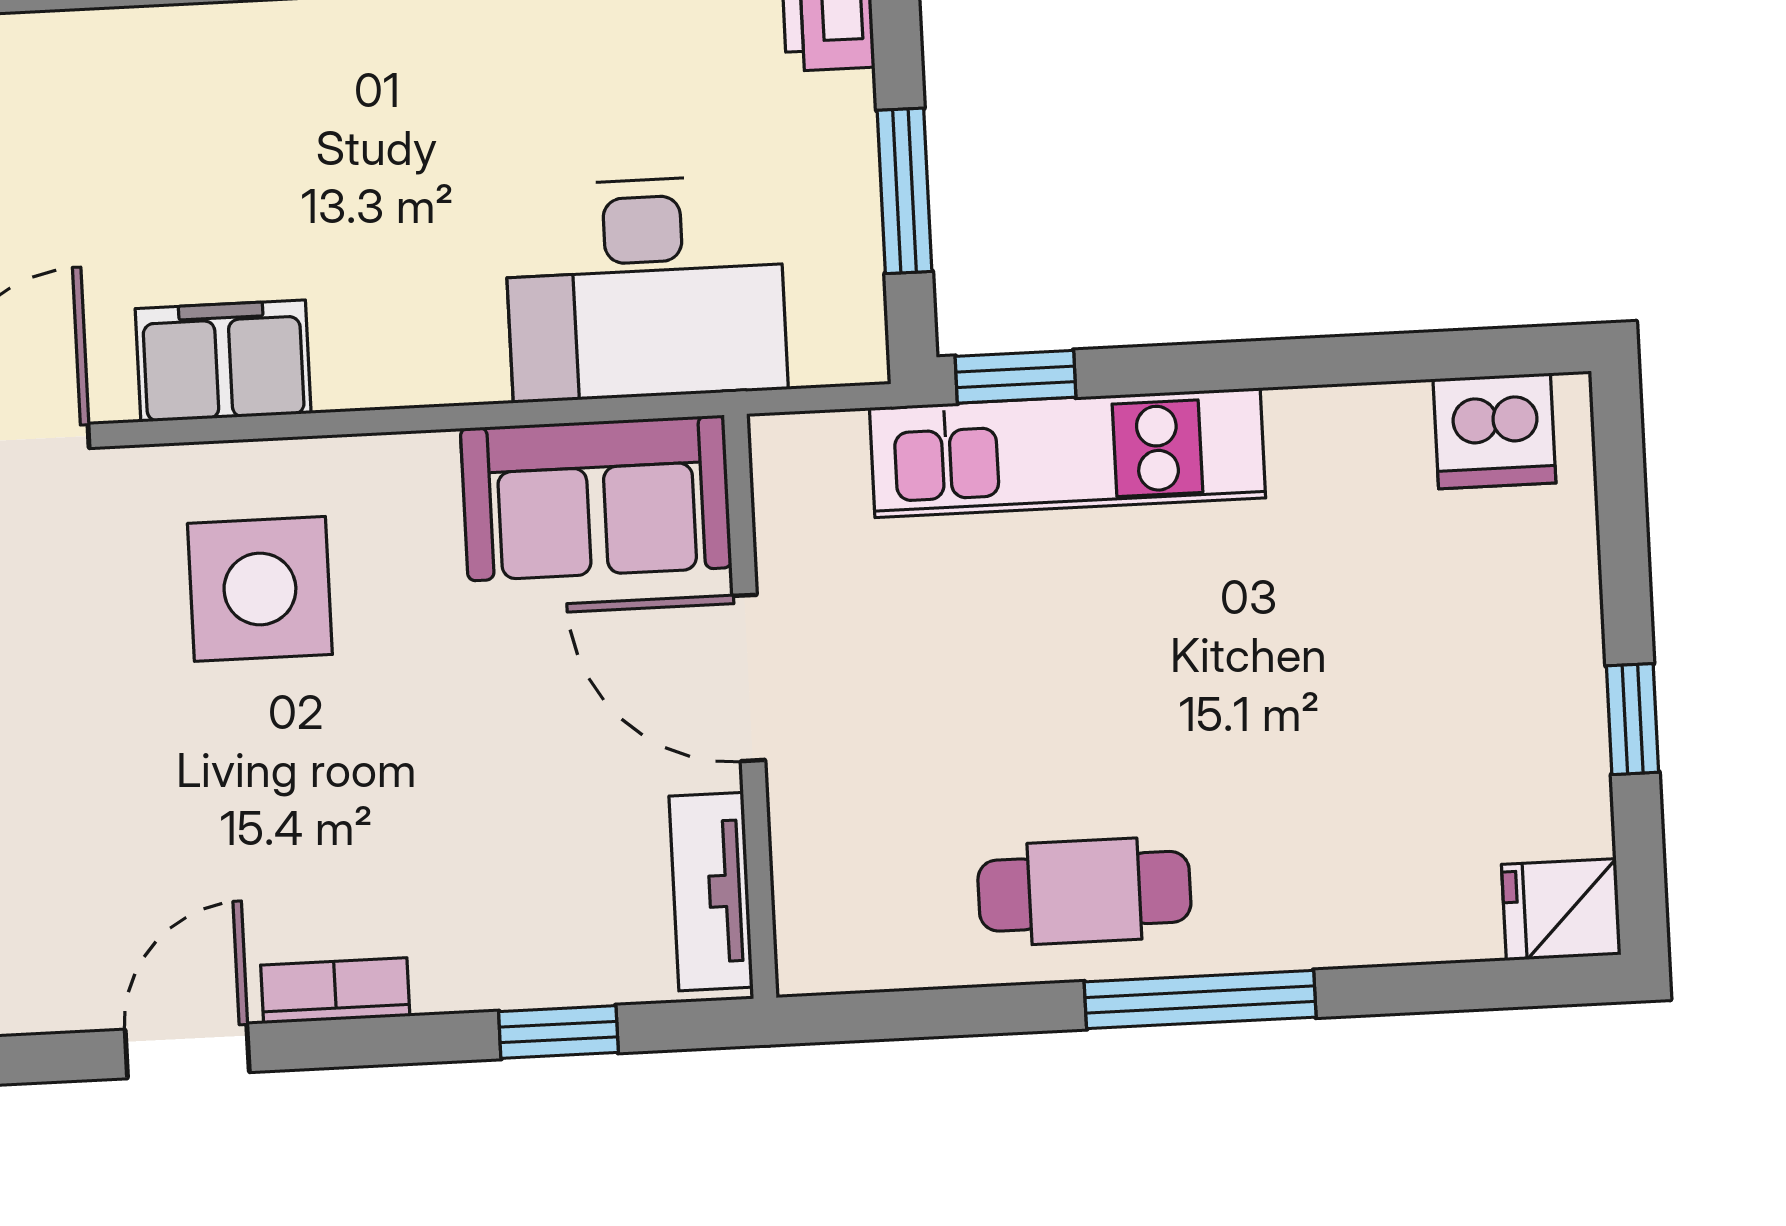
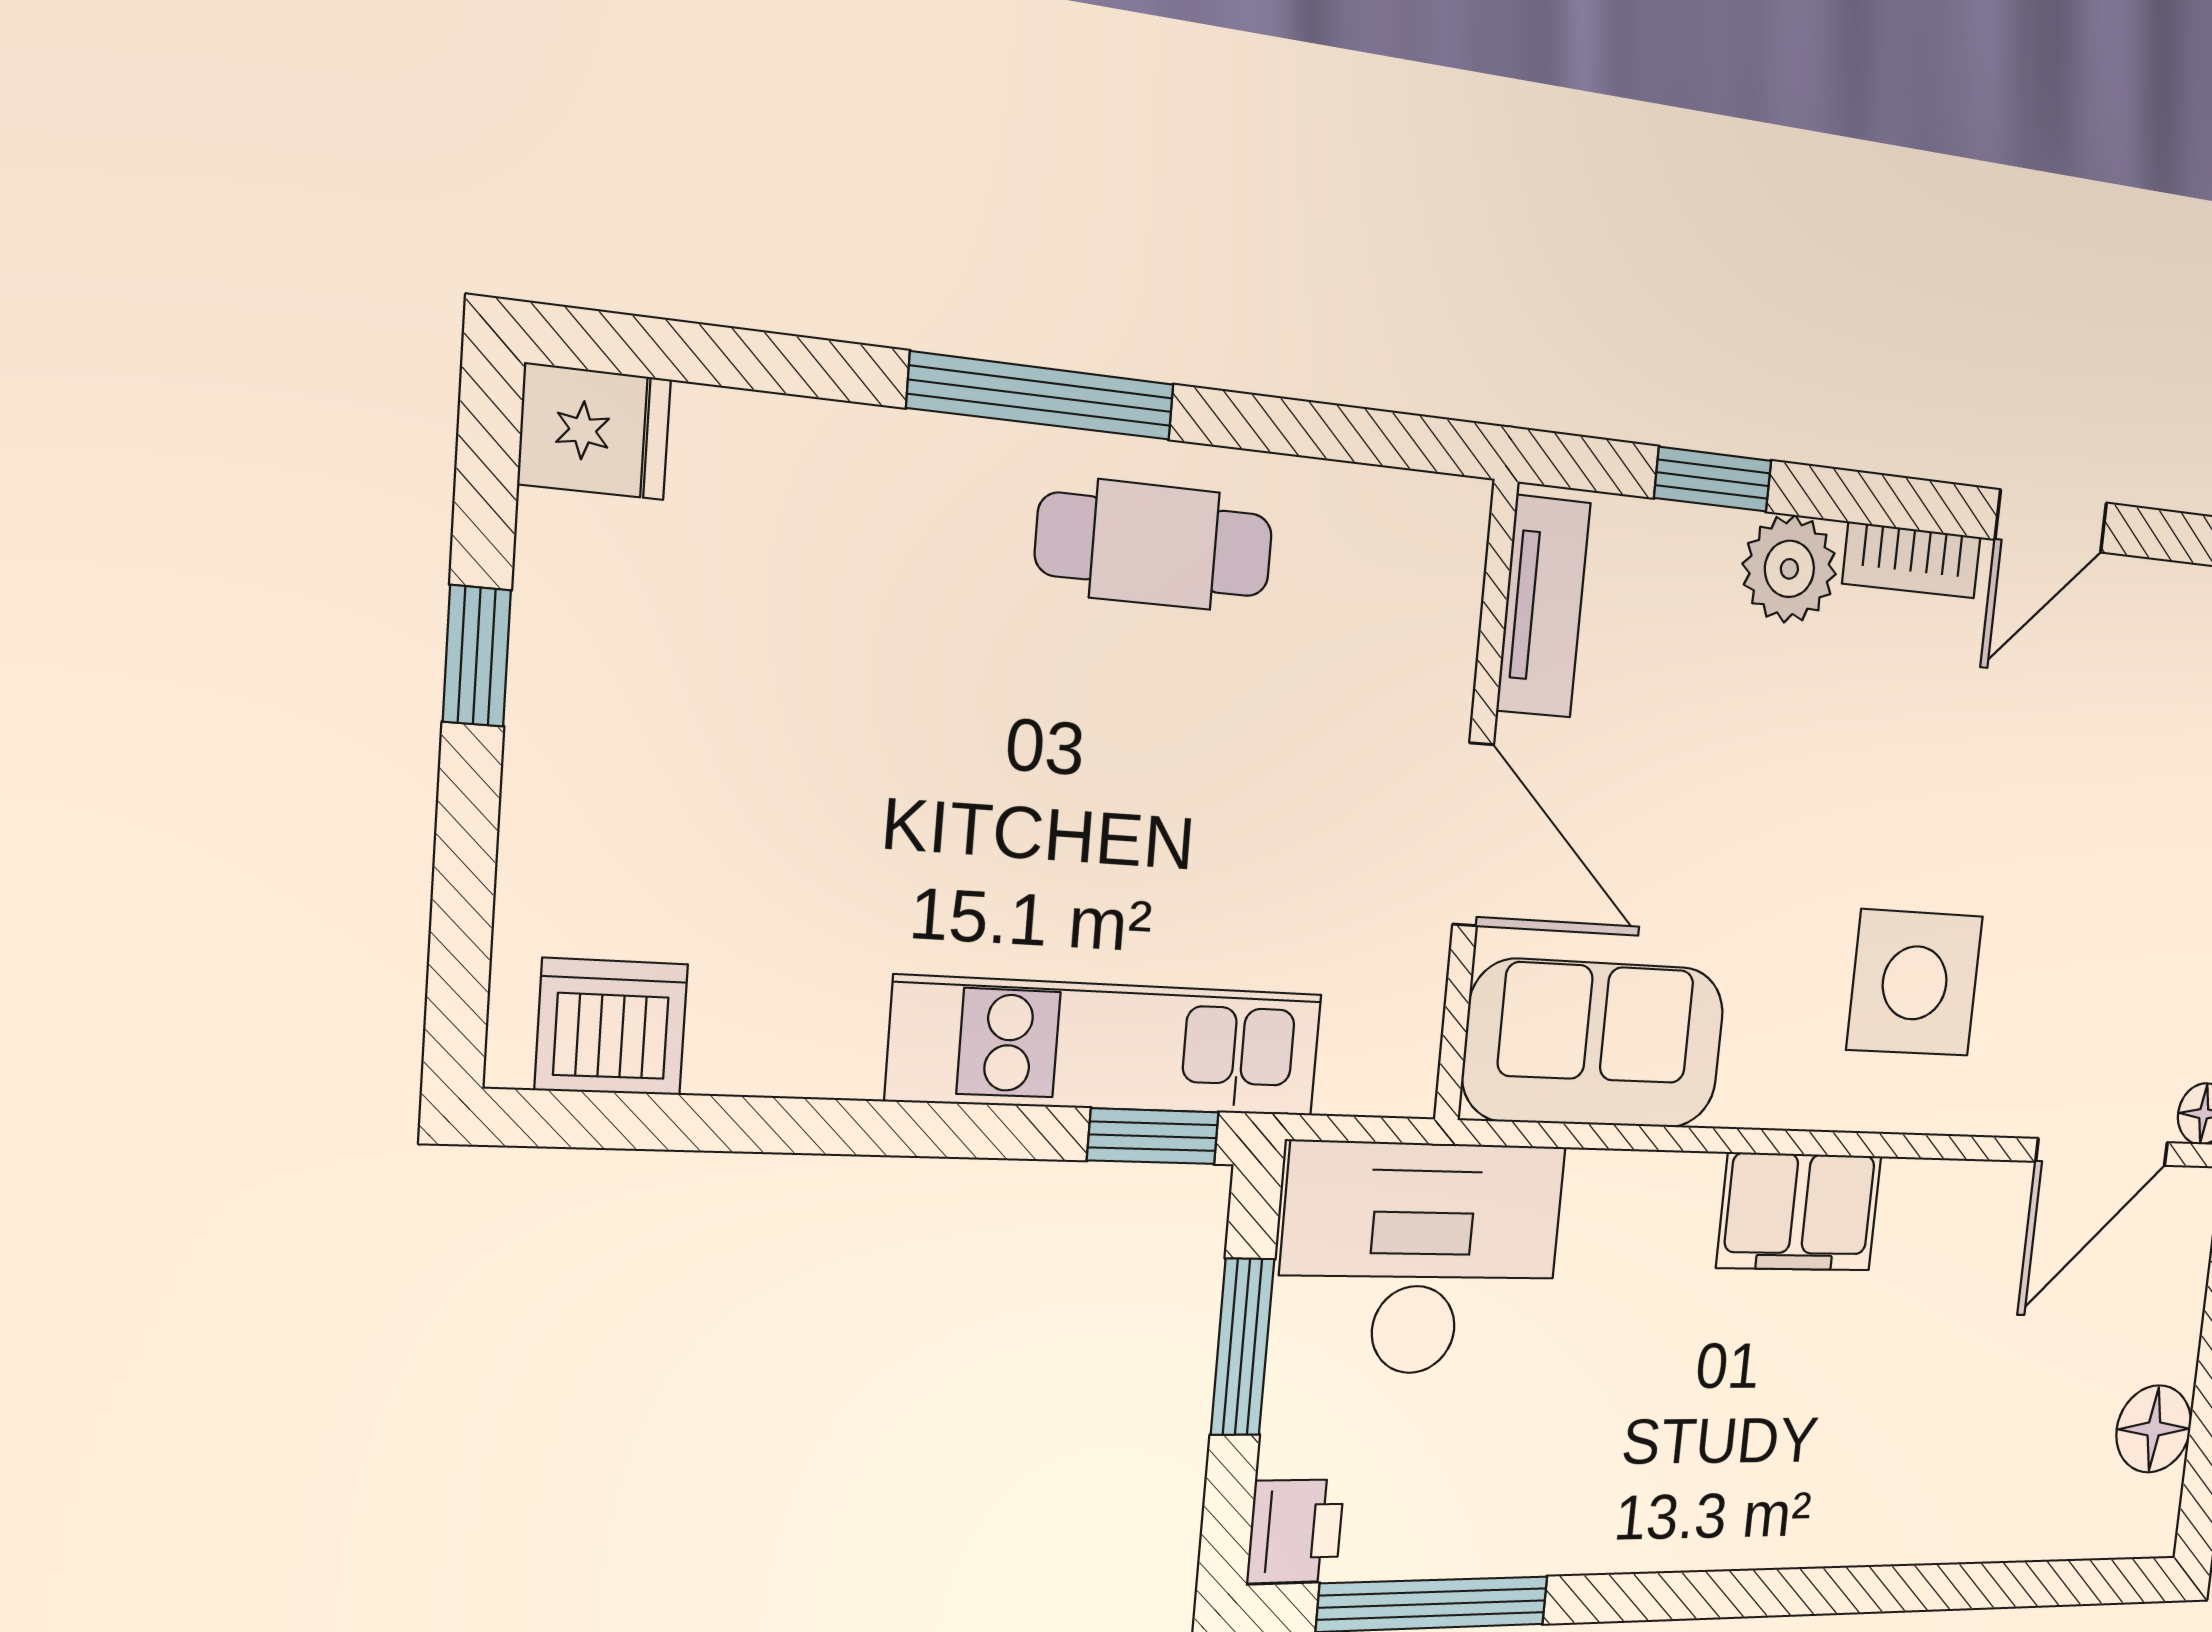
desk: (645, 288) -> (1420, 1259), moved
filing cabinet: (223, 361) -> (1799, 1212), moved
plant: (465, 963) -> (1789, 569), added

